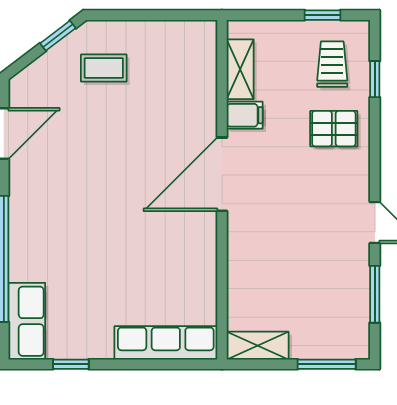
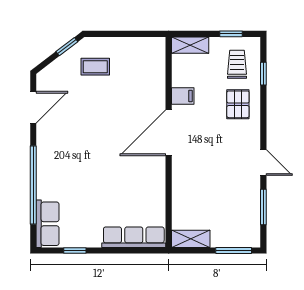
shelving: (240, 69) -> (190, 45), moved, turned 90
pallet: (334, 129) -> (238, 104), turned 90

